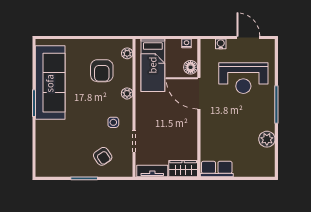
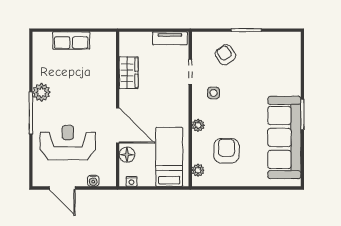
plant: (267, 139) -> (41, 92), moved
wardrobe: (183, 169) -> (129, 73), moved, turned -90
row of seats: (217, 169) -> (71, 41), moved

